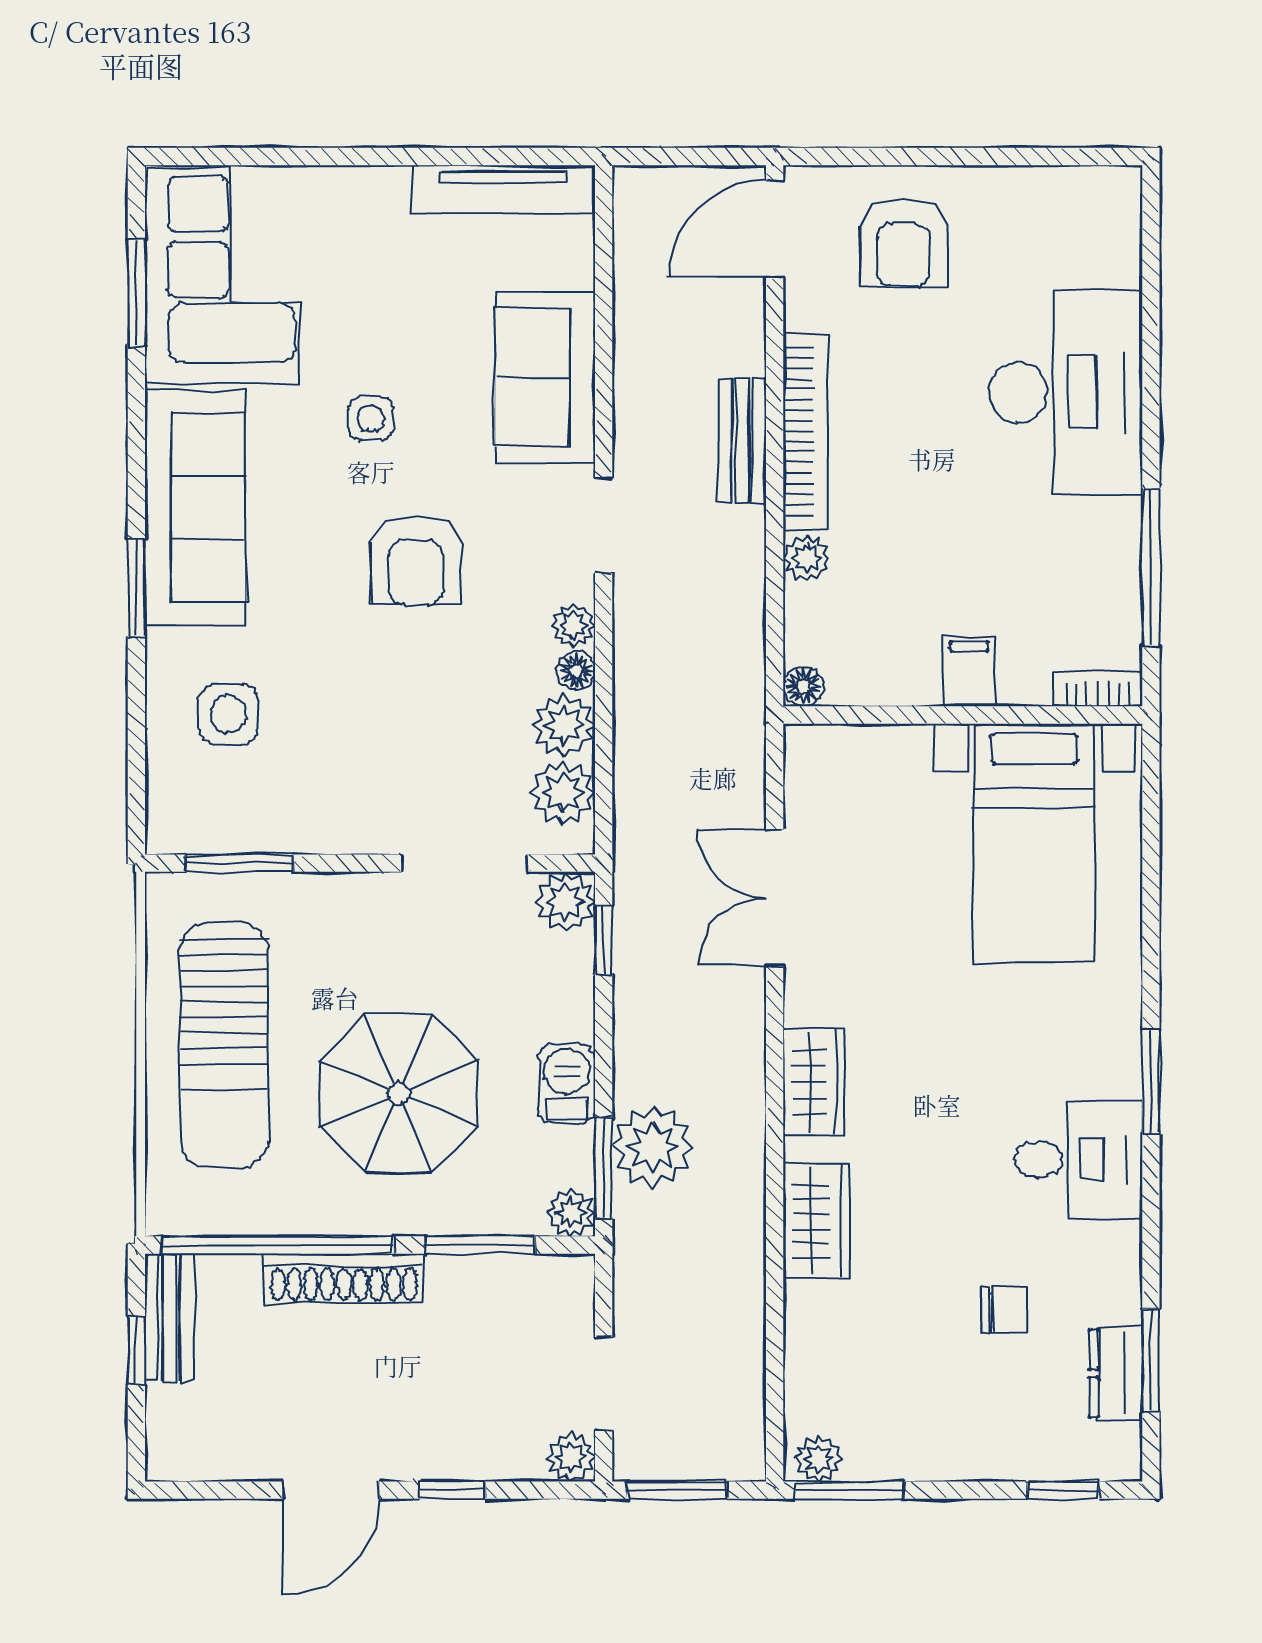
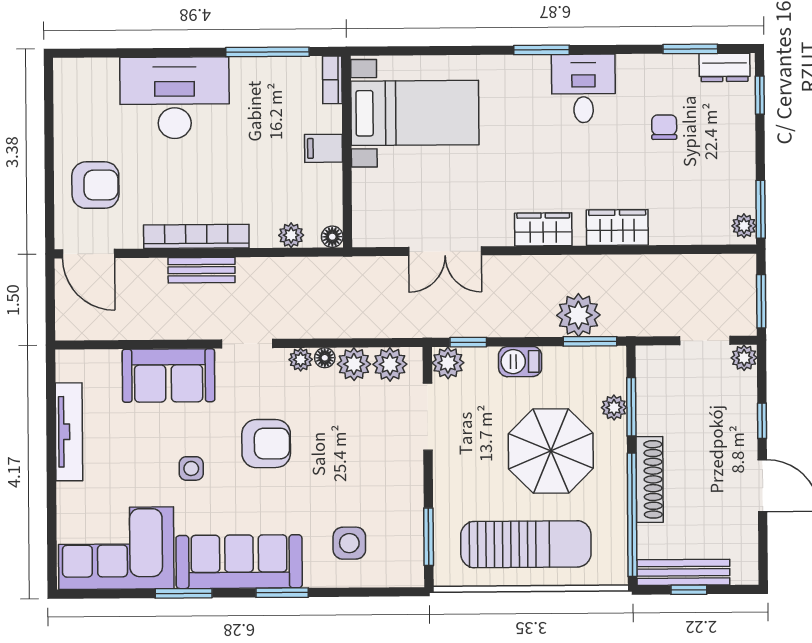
tv unit: (503, 190) -> (69, 432), moved
window: (136, 293) -> (184, 593), moved
plant: (807, 558) -> (291, 235), moved
barbecue: (567, 1084) -> (520, 362), moved
plant: (571, 1213) -> (614, 408), moved
bench: (169, 1317) -> (683, 572), width x1.36
dresser: (1116, 1373) -> (725, 67), moved

